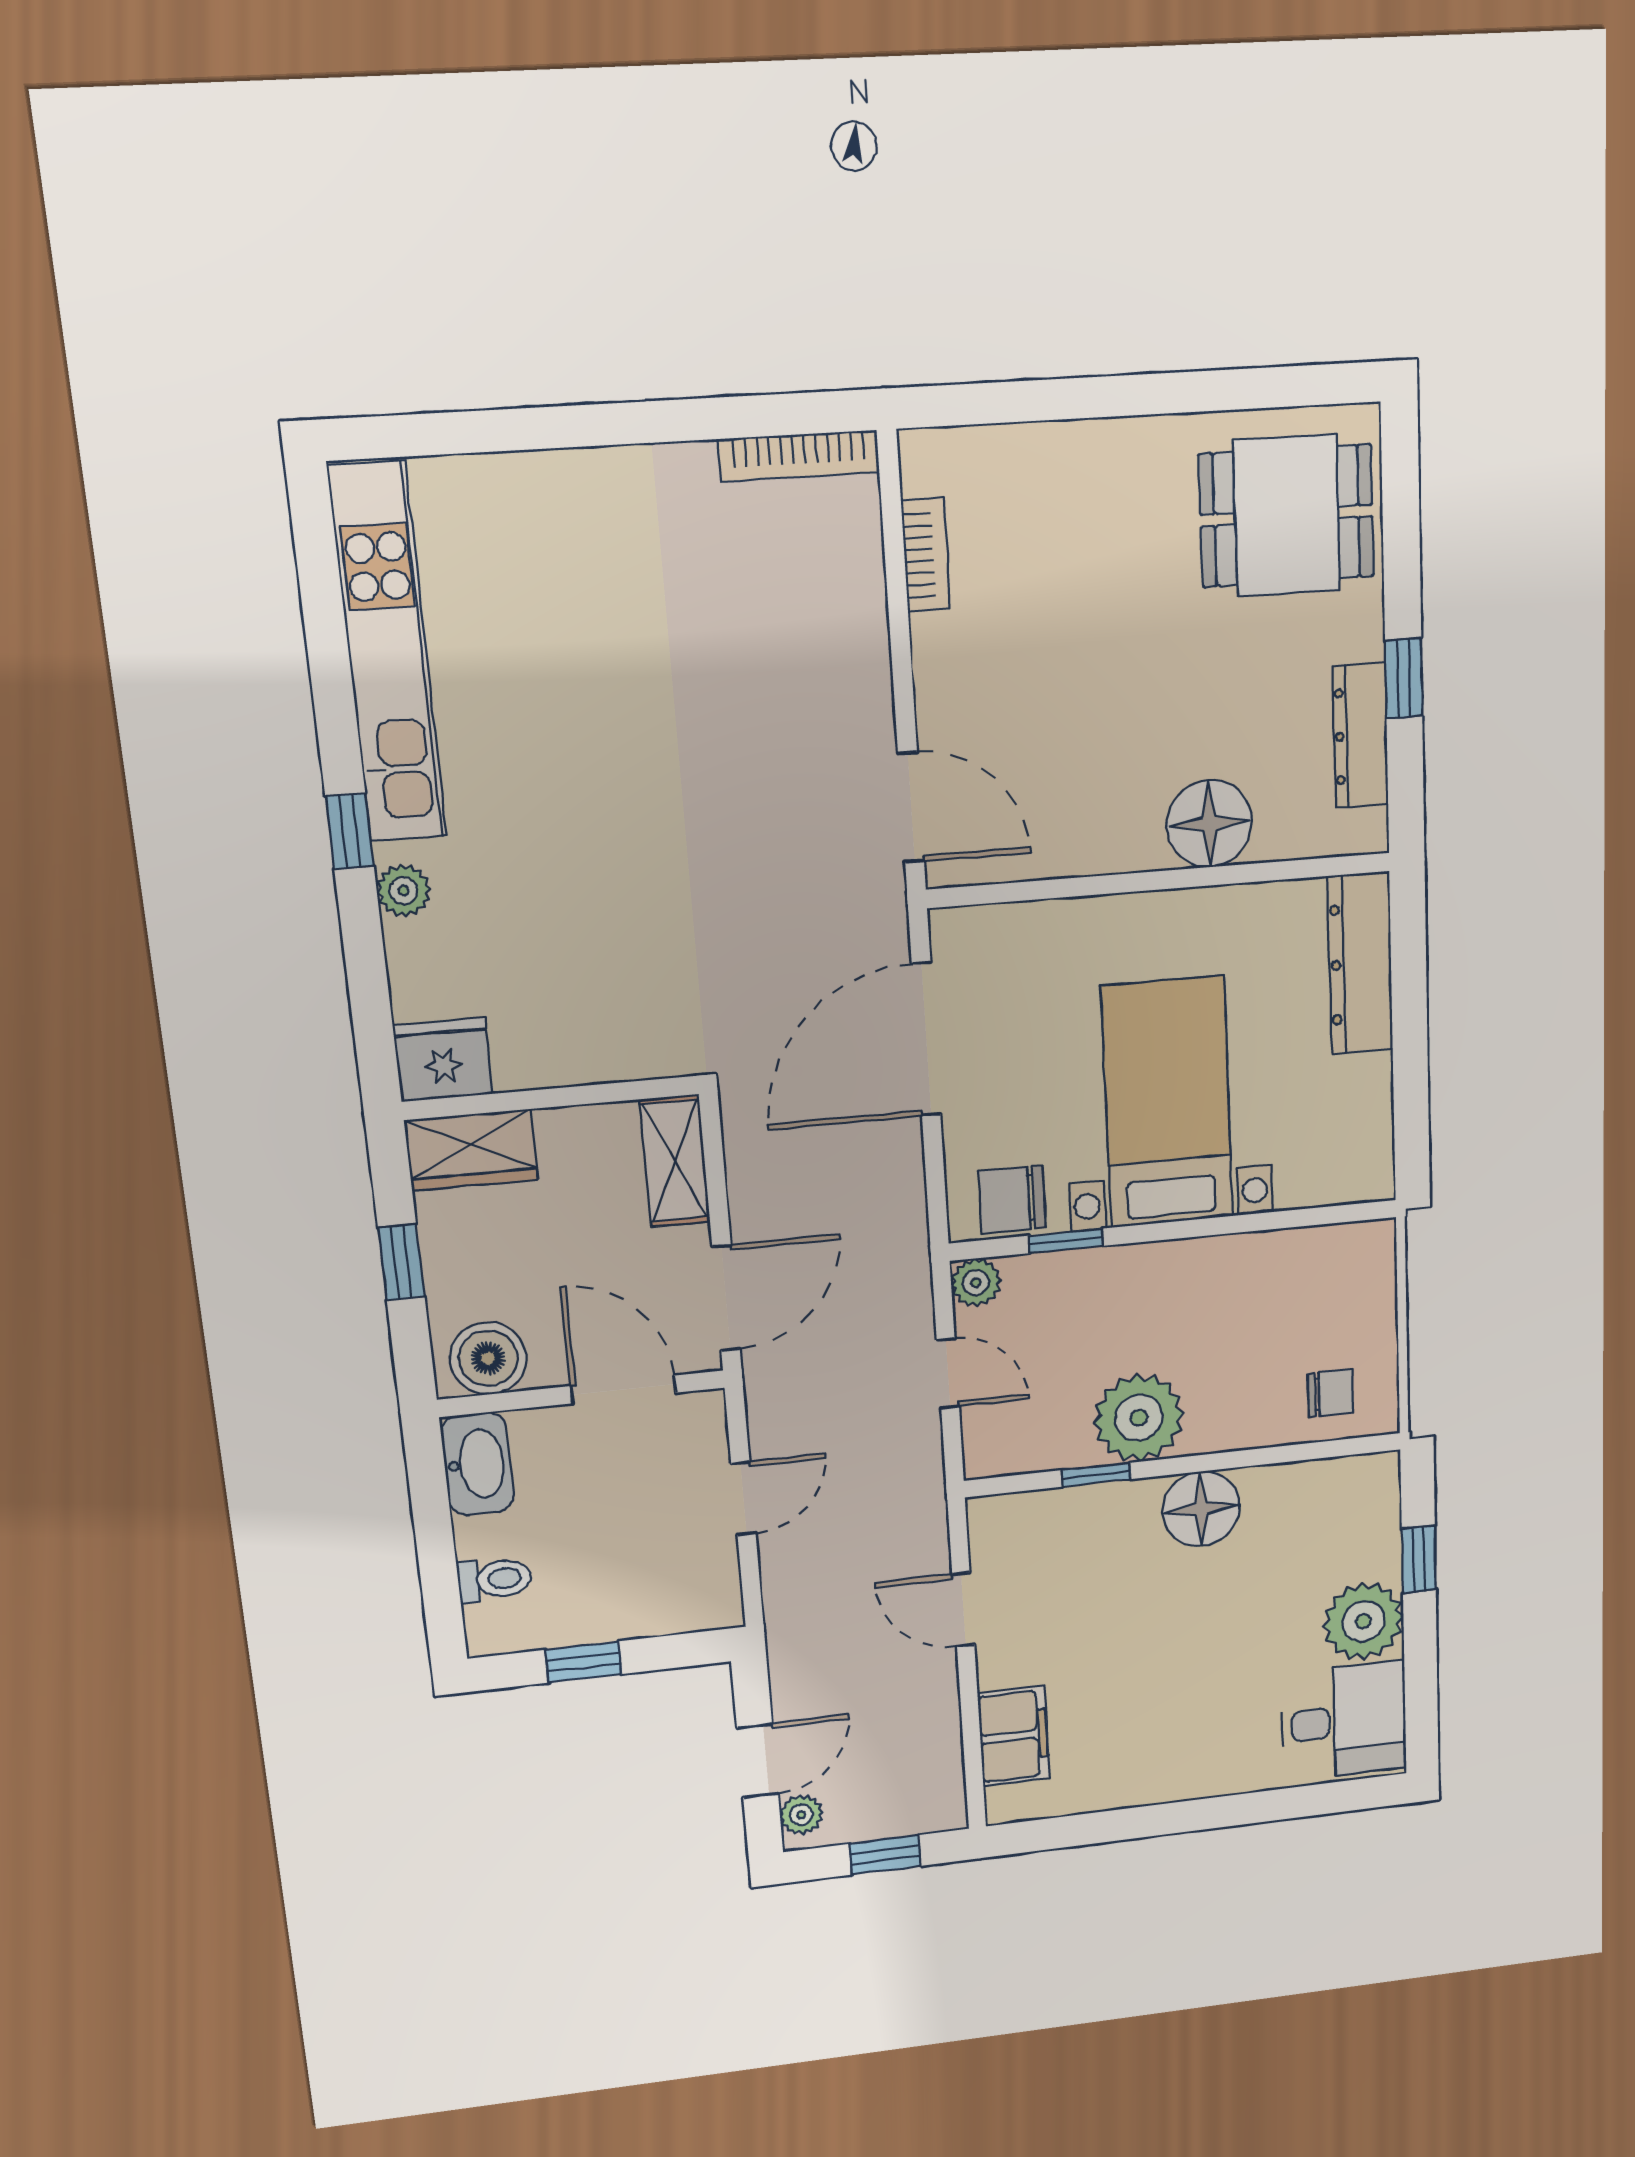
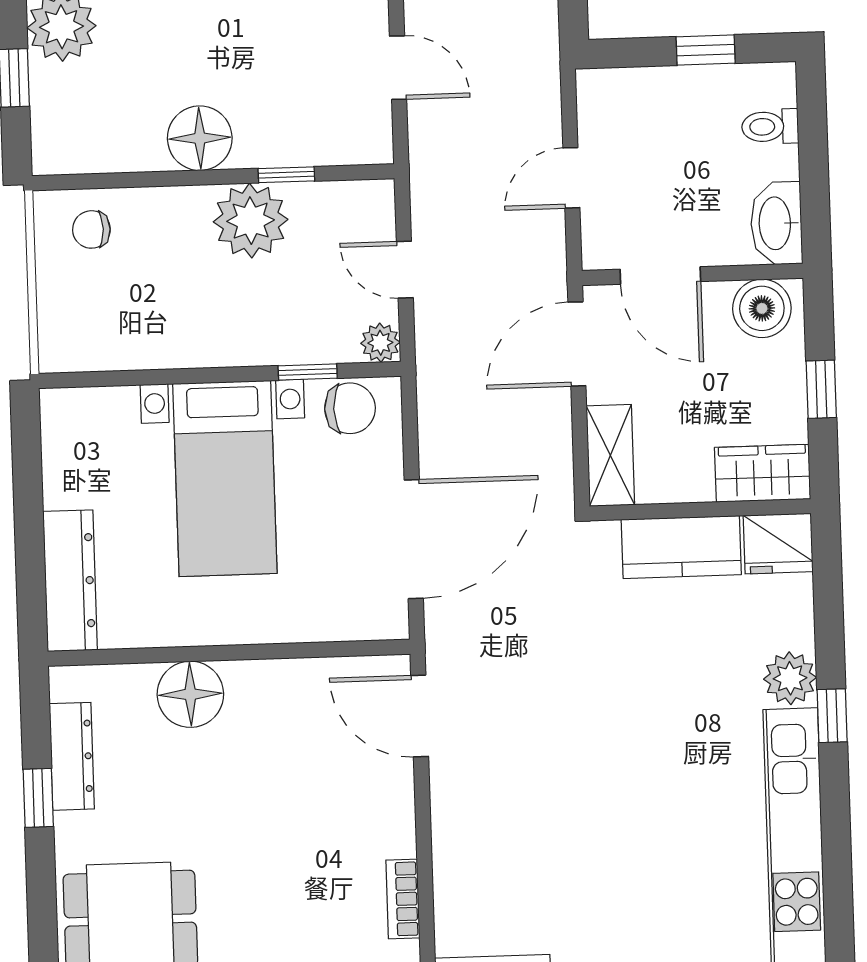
plant: (404, 891) -> (790, 678), width x1.38, depth x1.38
kitchen counter: (574, 1048) -> (681, 547), added

